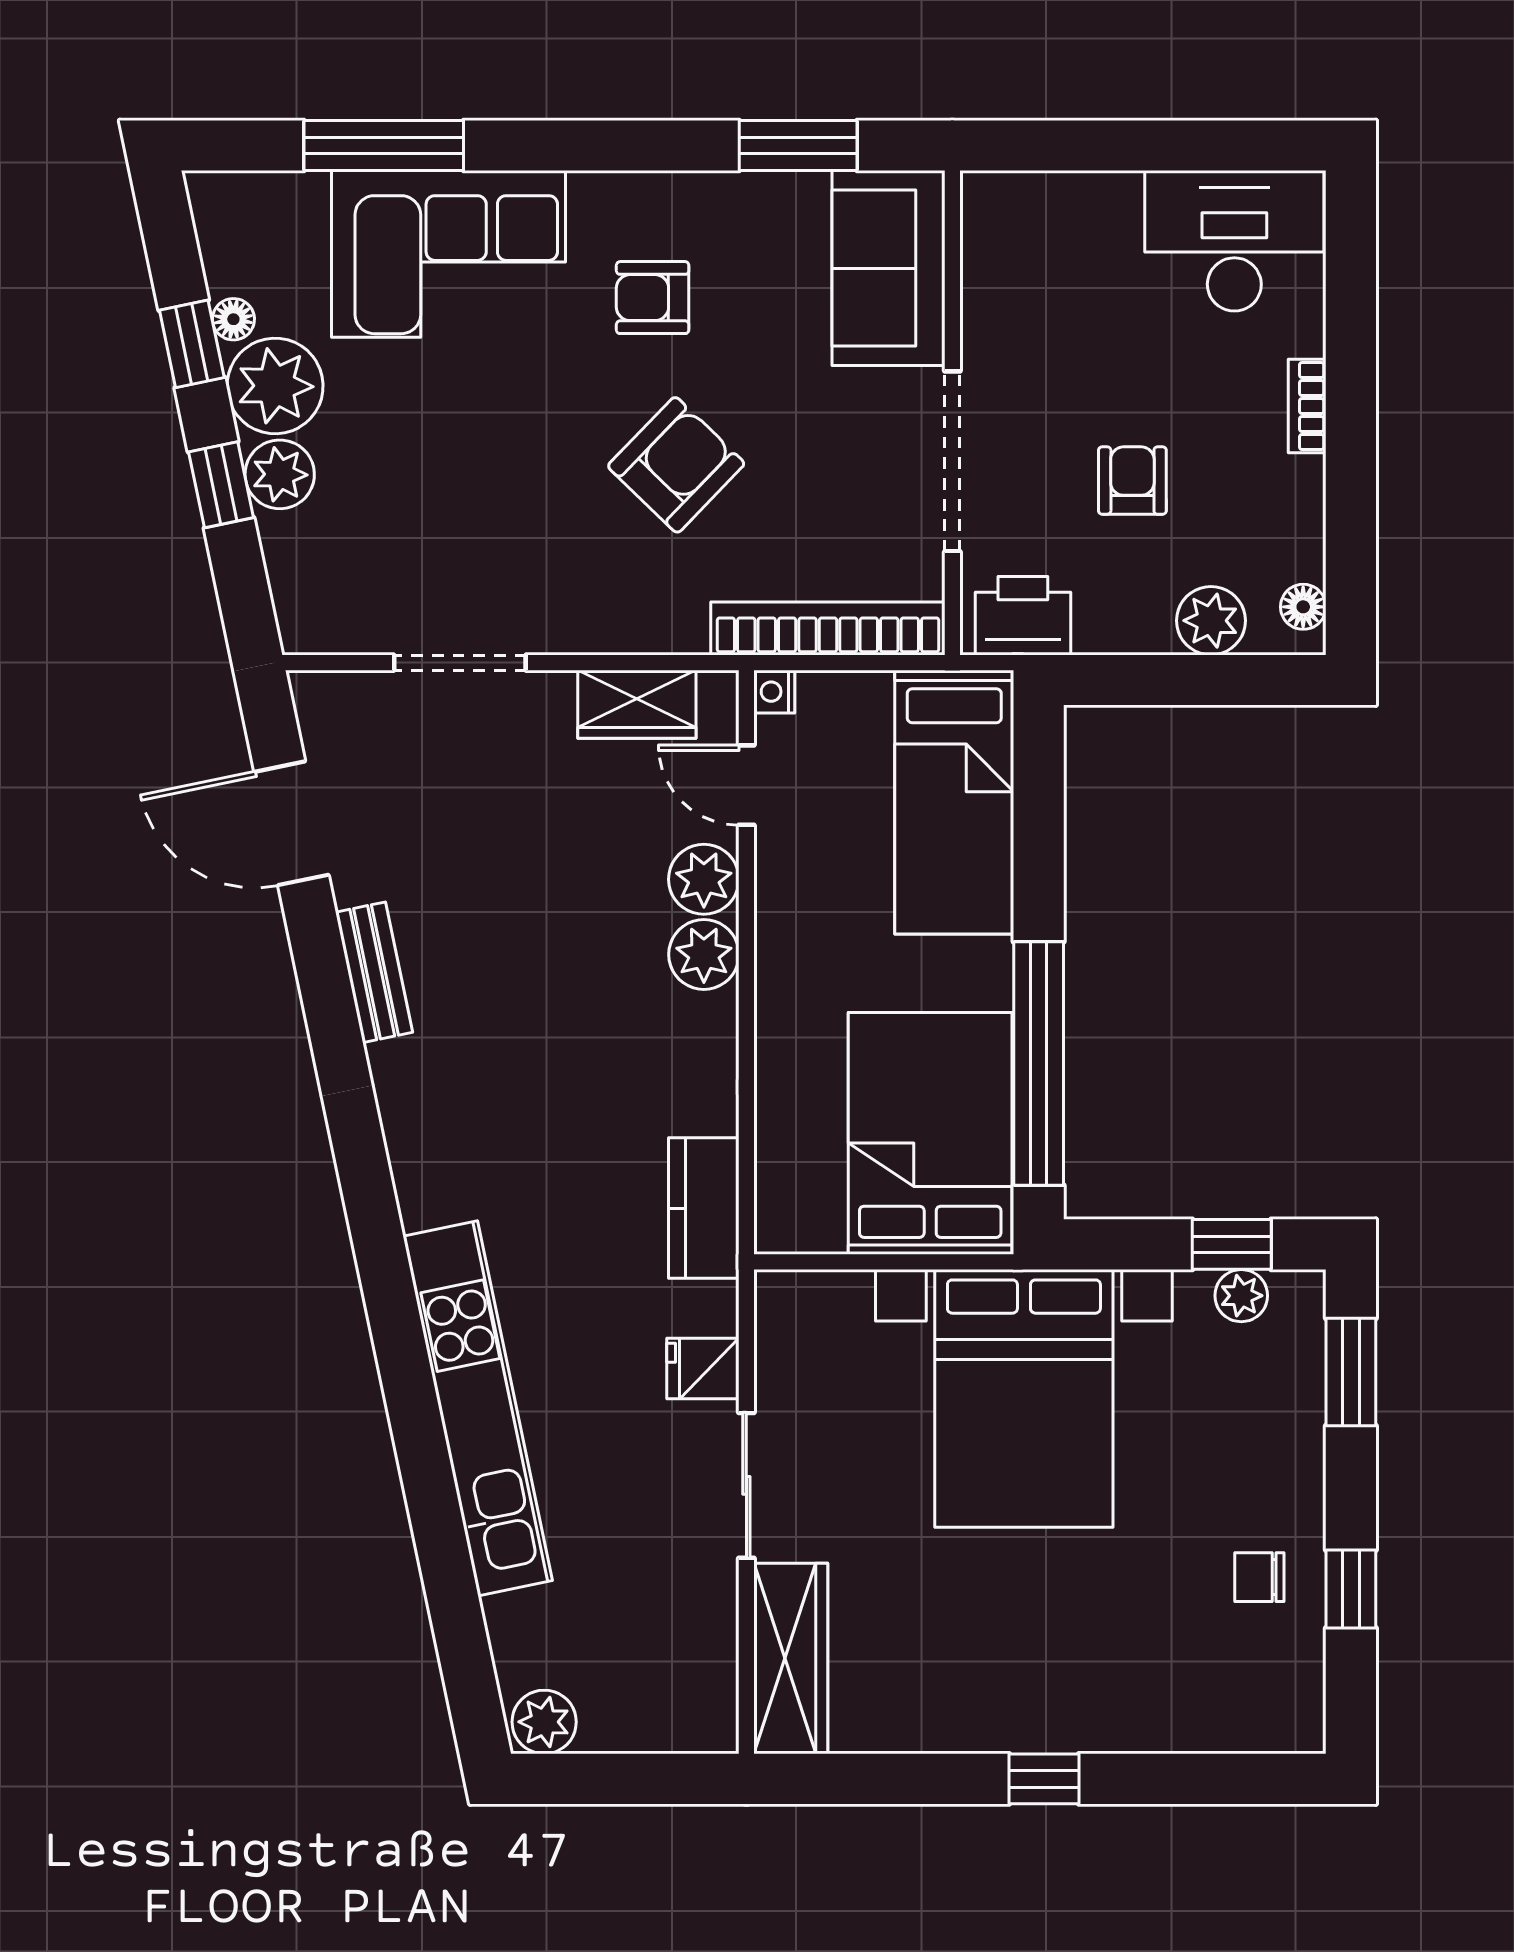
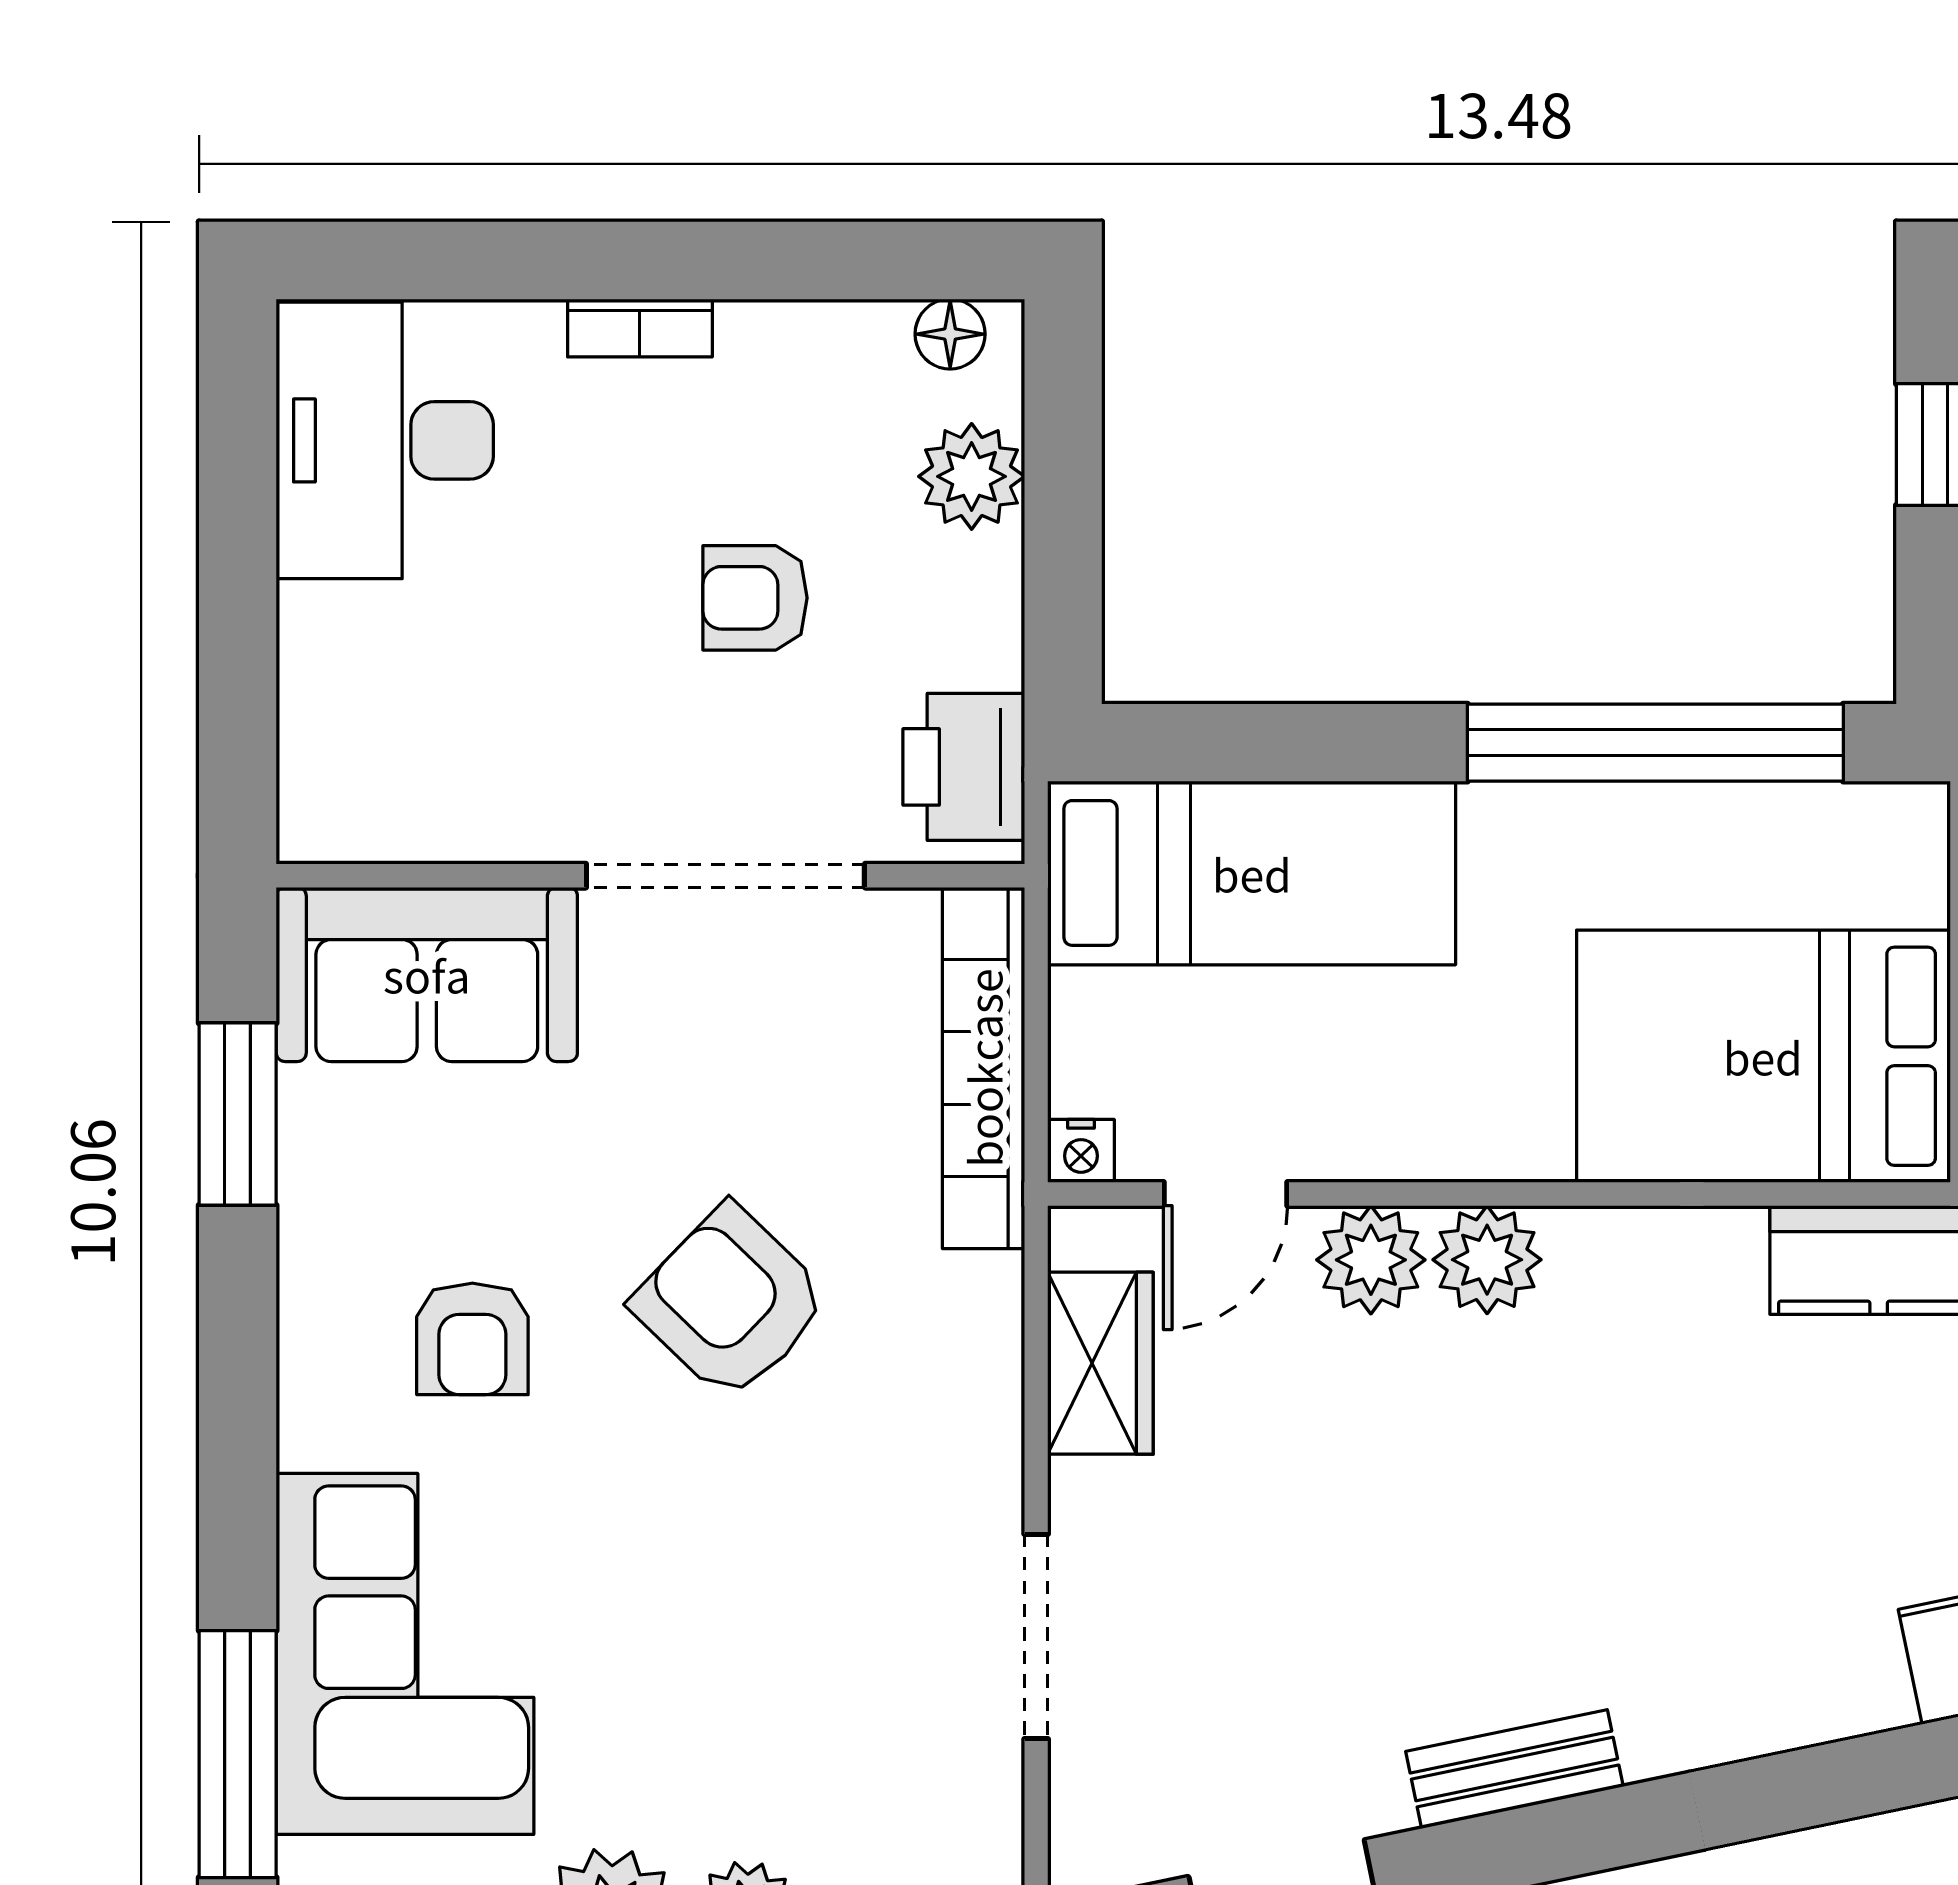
bed: (930, 1133) -> (1763, 1056), moved

